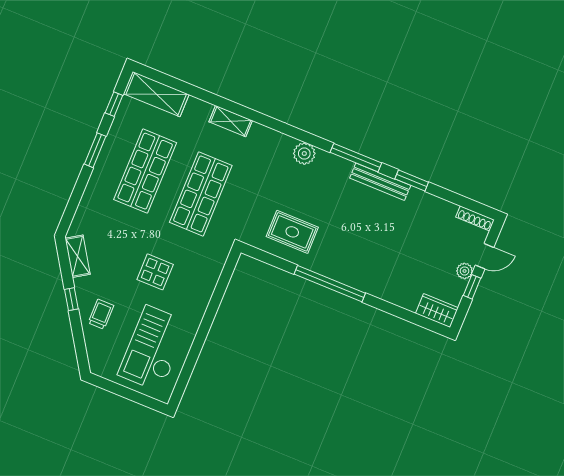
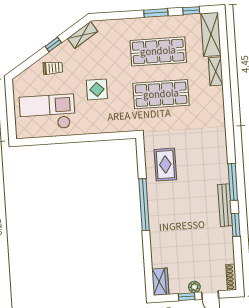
shelving: (231, 121) -> (216, 71), moved
plant: (304, 154) -> (219, 148), removed

